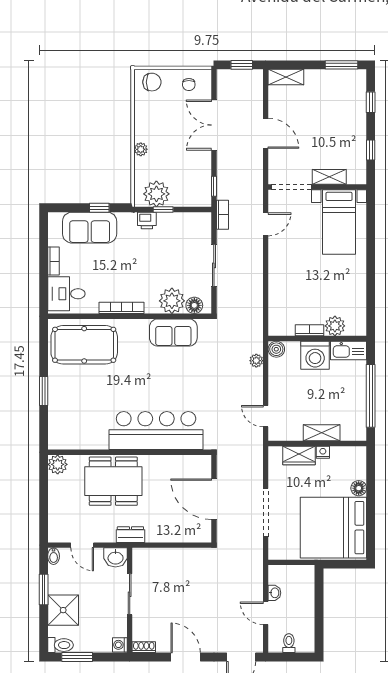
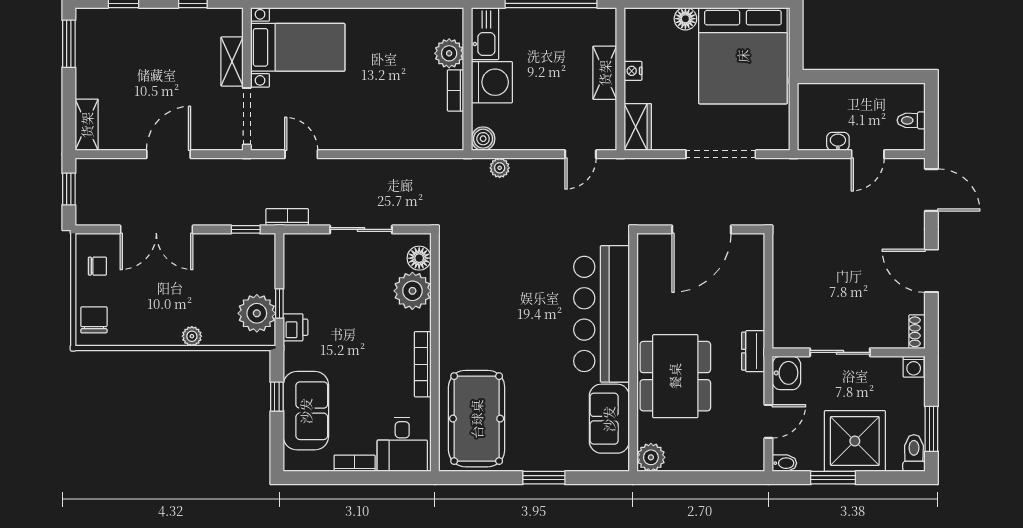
sofa: (173, 332) -> (609, 419), moved, turned 180
wardrobe: (299, 455) -> (638, 127), moved
shower: (63, 610) -> (855, 441), width x1.37, depth x1.37
door: (186, 657) -> (931, 271), hinge flipped

